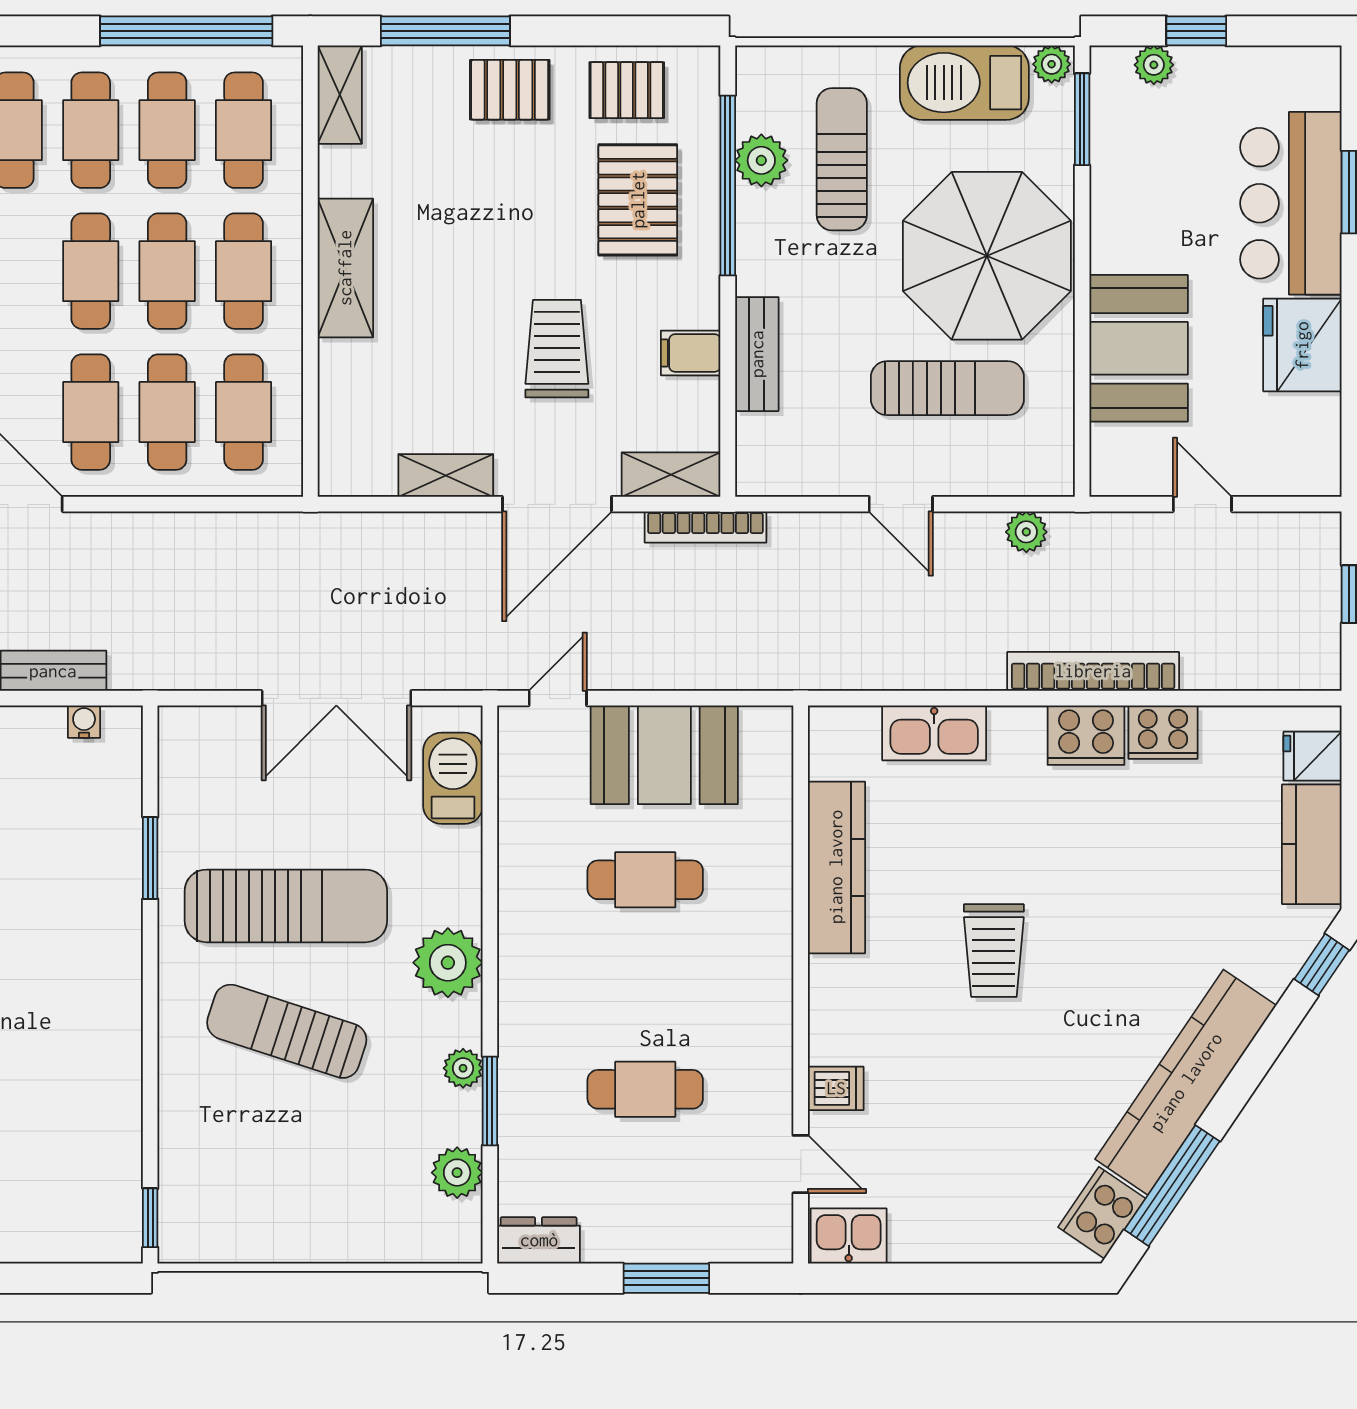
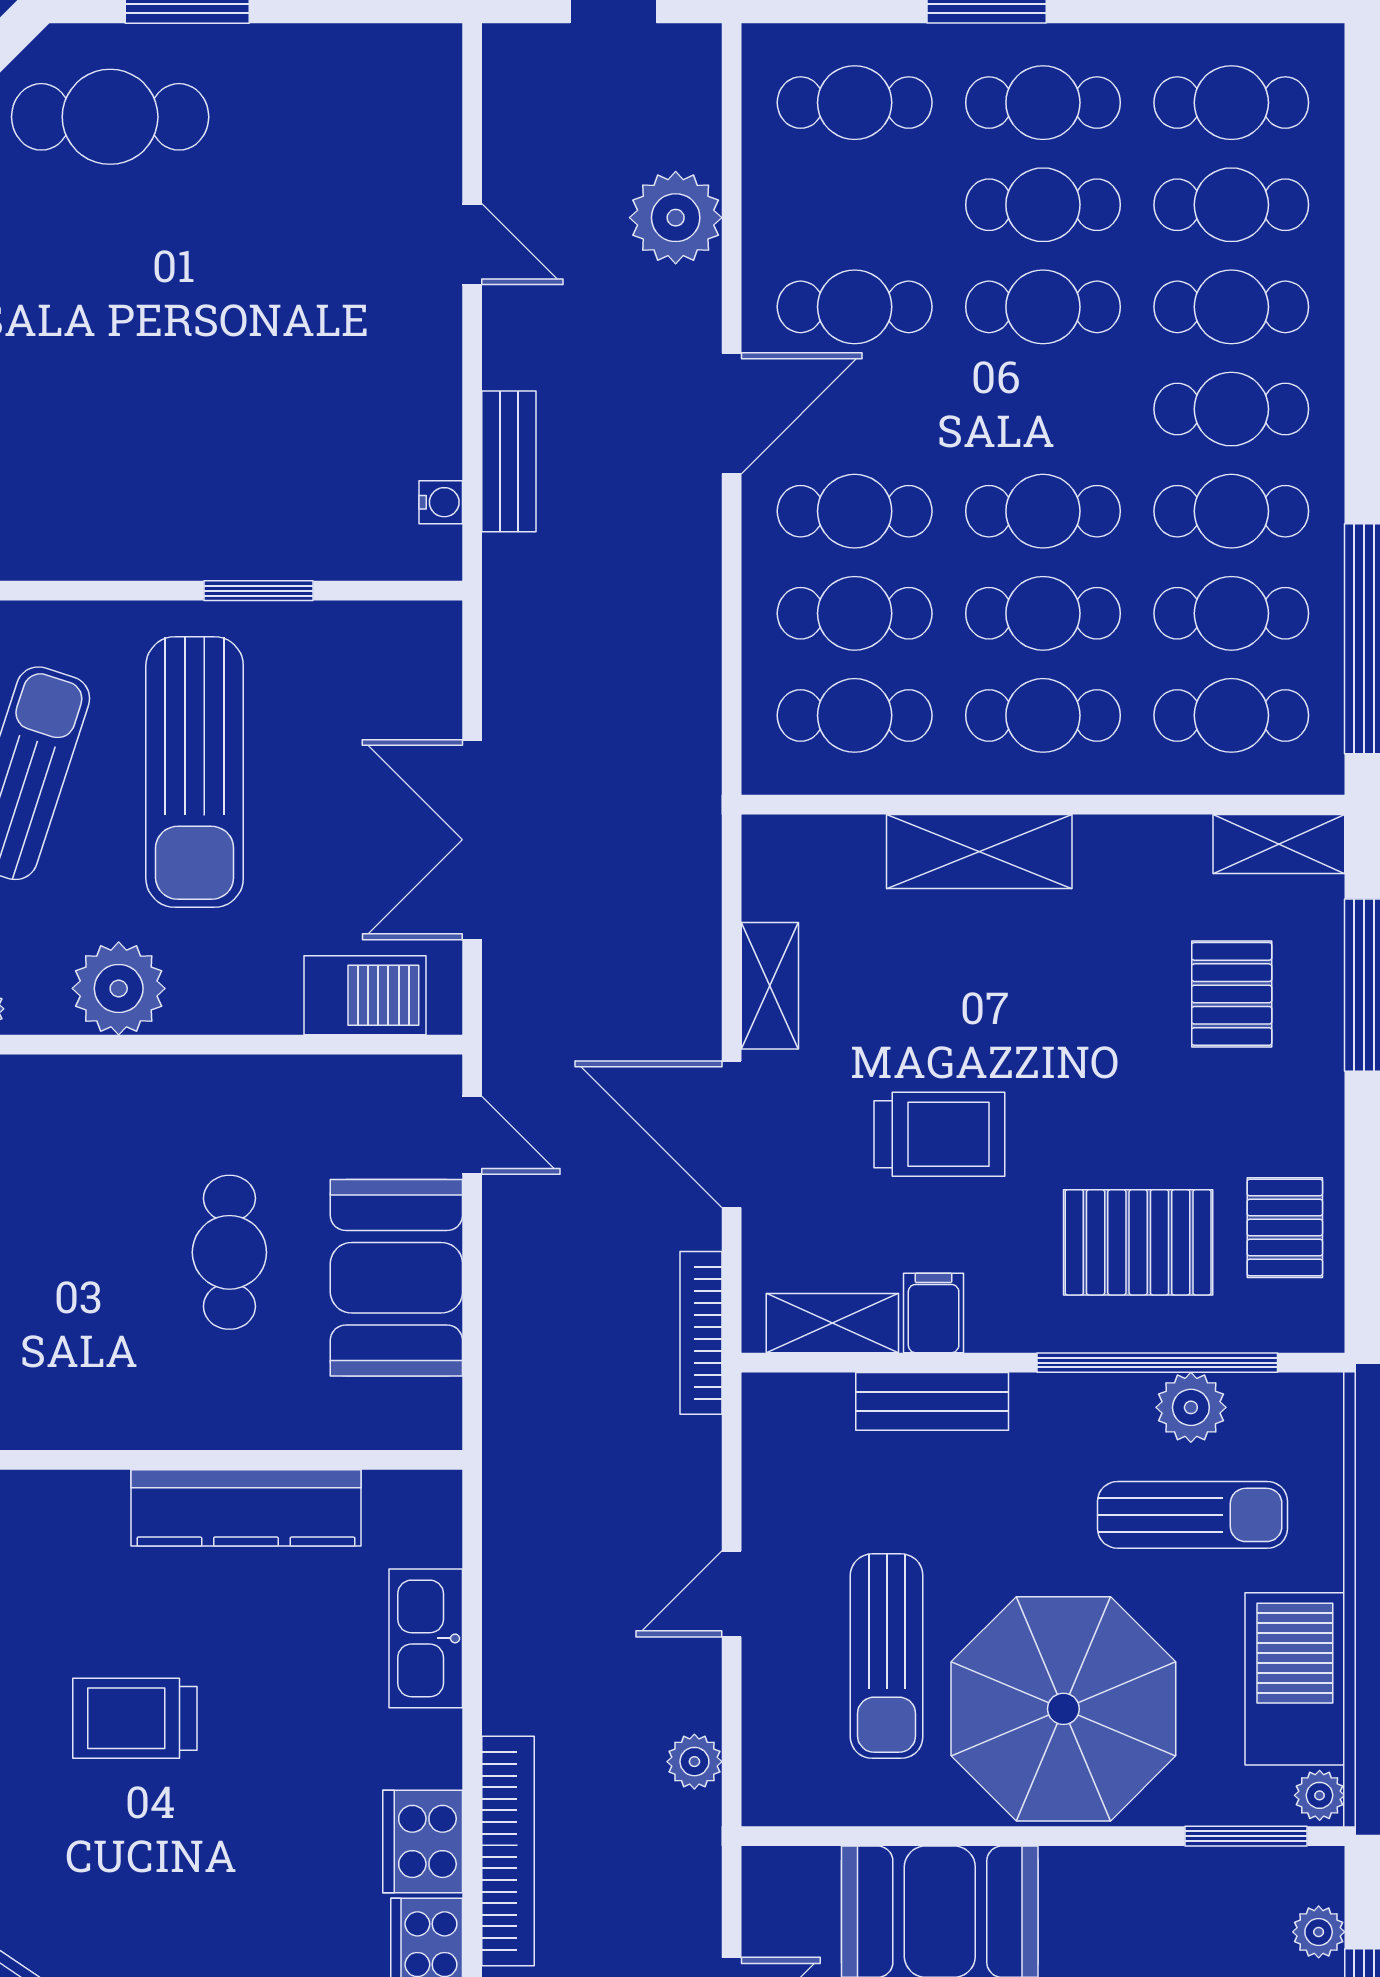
pallet: (510, 90) -> (1232, 994), moved
shelving: (345, 268) -> (979, 852), moved
shelving: (671, 475) -> (832, 1323), moved, turned 90

